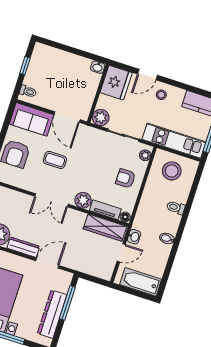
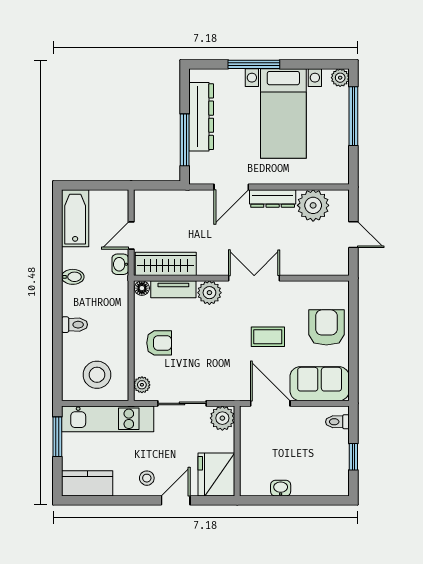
washbasin: (98, 67) -> (281, 488), moved
bathtub: (141, 282) -> (75, 218), moved, turned -90

